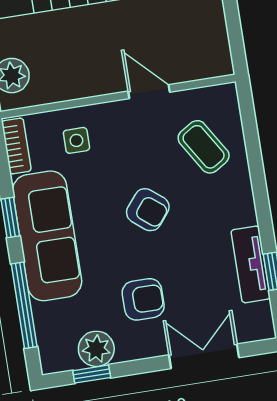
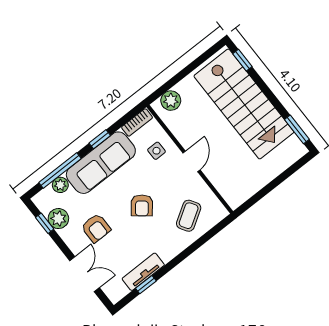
door: (149, 92) -> (191, 161), moved
plant: (46, 317) -> (60, 185), added

